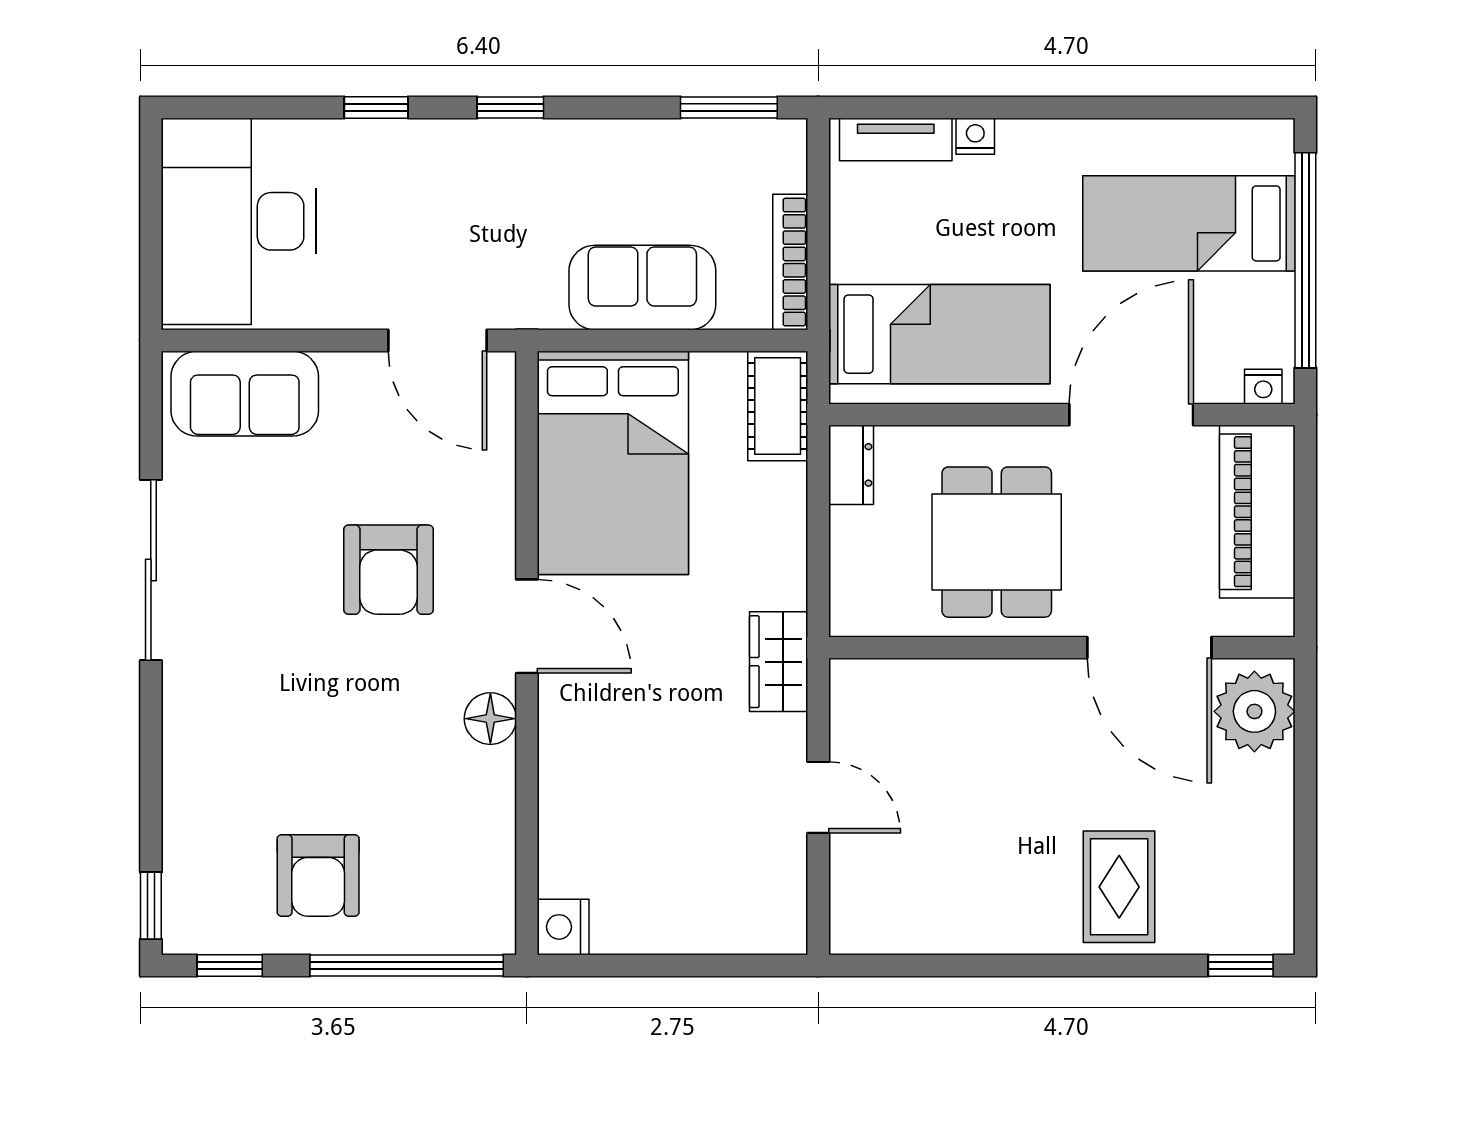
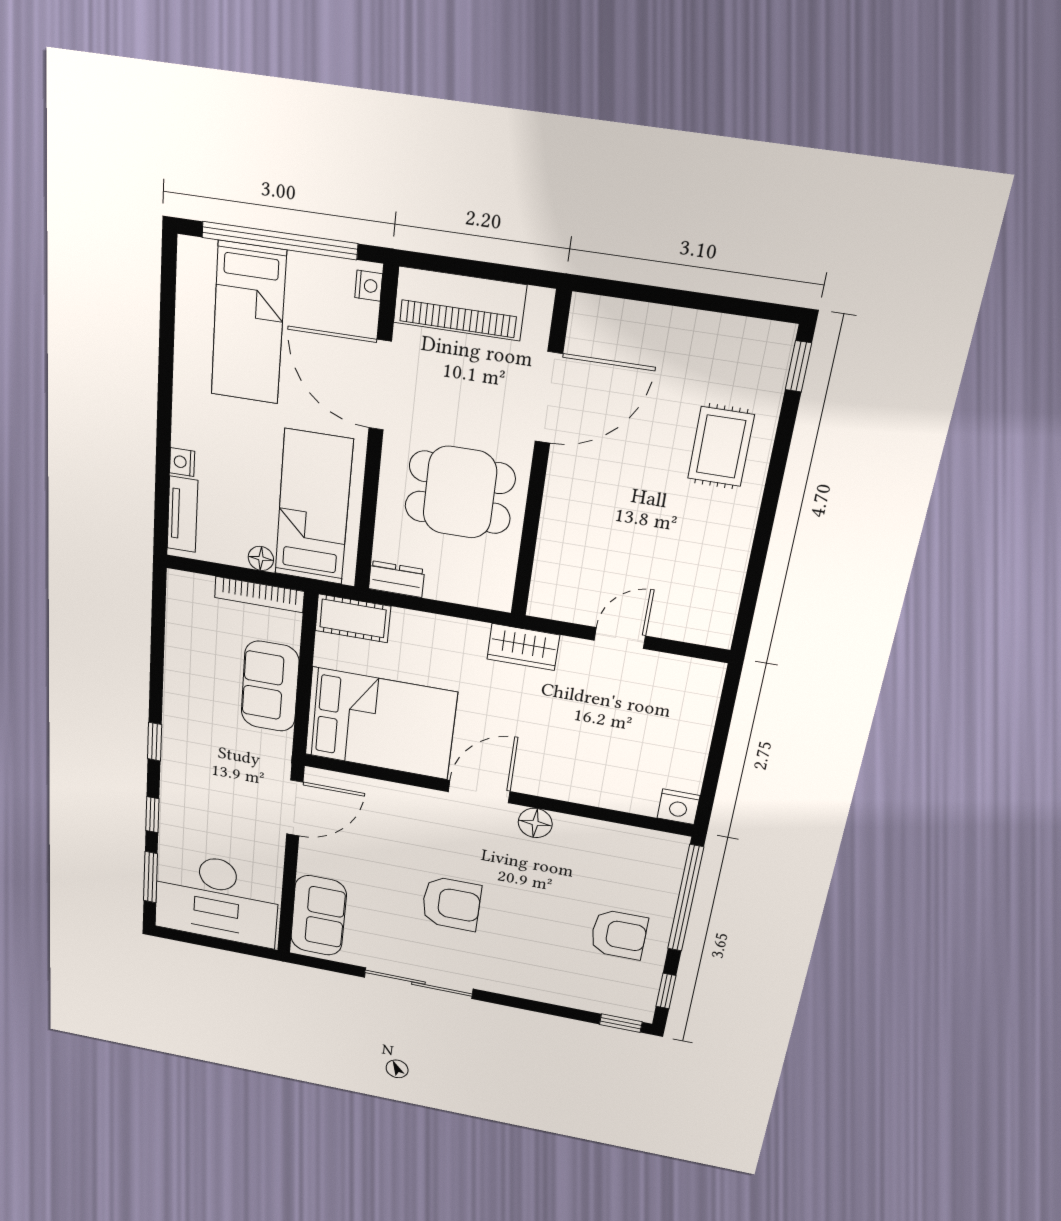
window: (729, 107) -> (151, 877), moved
floor lamp: (848, 261) -> (261, 558), added
armchair: (388, 570) -> (451, 904), moved
plant: (1254, 711) -> (607, 328), removed
rug: (1119, 887) -> (721, 447), turned 90

